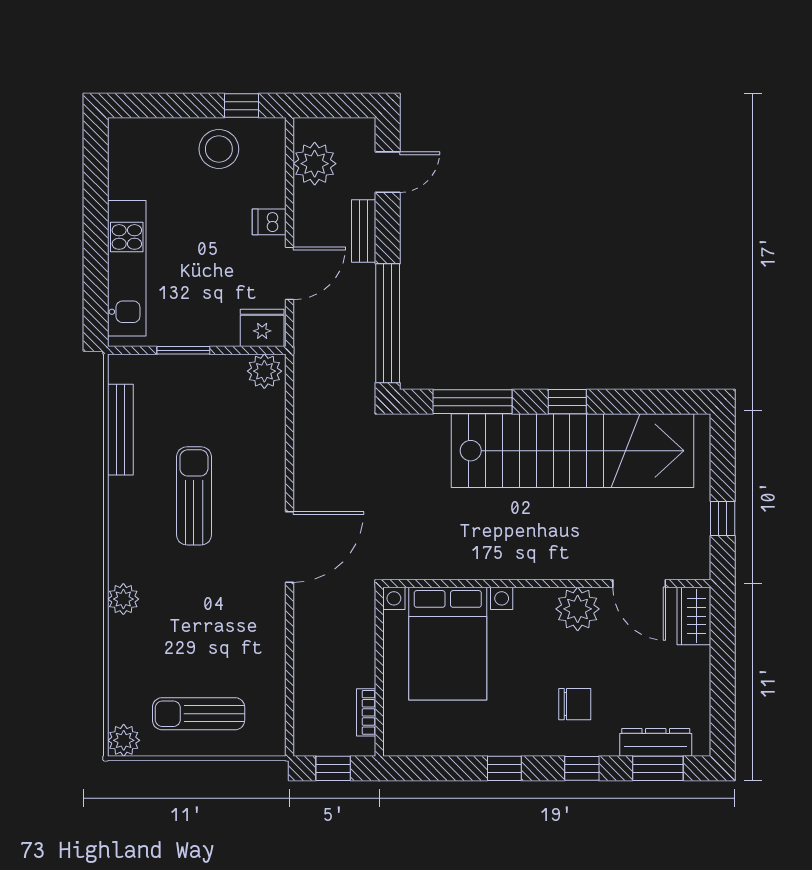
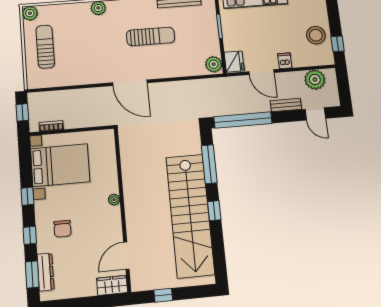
plant: (578, 609) -> (114, 200), moved, width x0.53, depth x0.53
bed with nightstands: (448, 644) -> (60, 165), moved, turned 180

